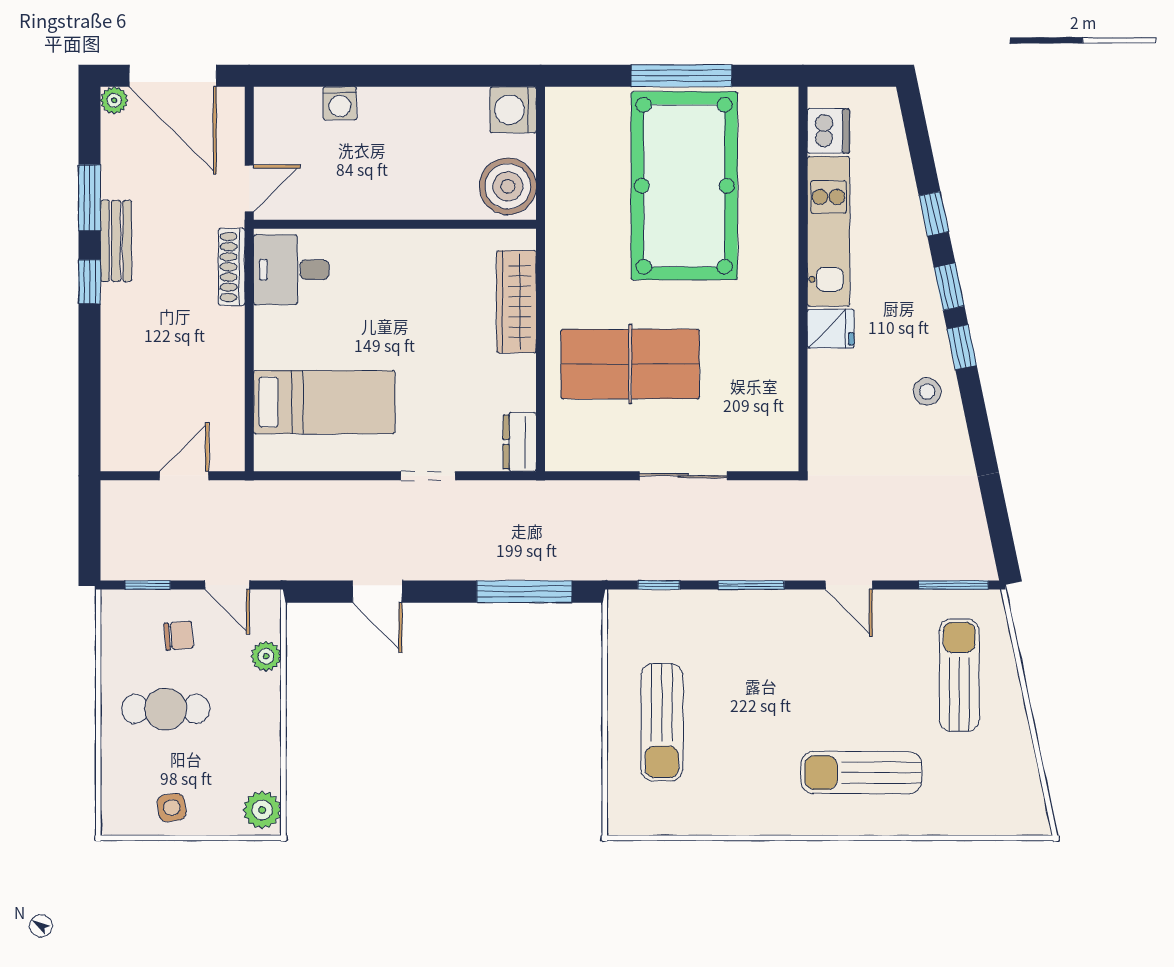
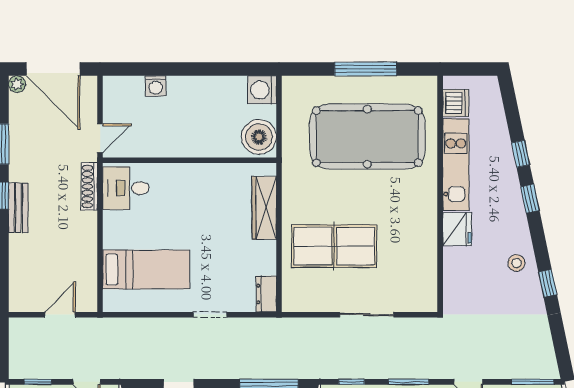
pool table: (684, 186) -> (367, 137), turned 90
bench: (116, 241) -> (18, 208), moved
fridge: (831, 329) -> (457, 229), width x1.38
window: (962, 347) -> (548, 283), moved

